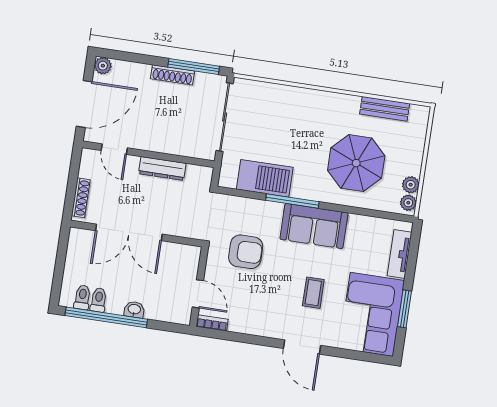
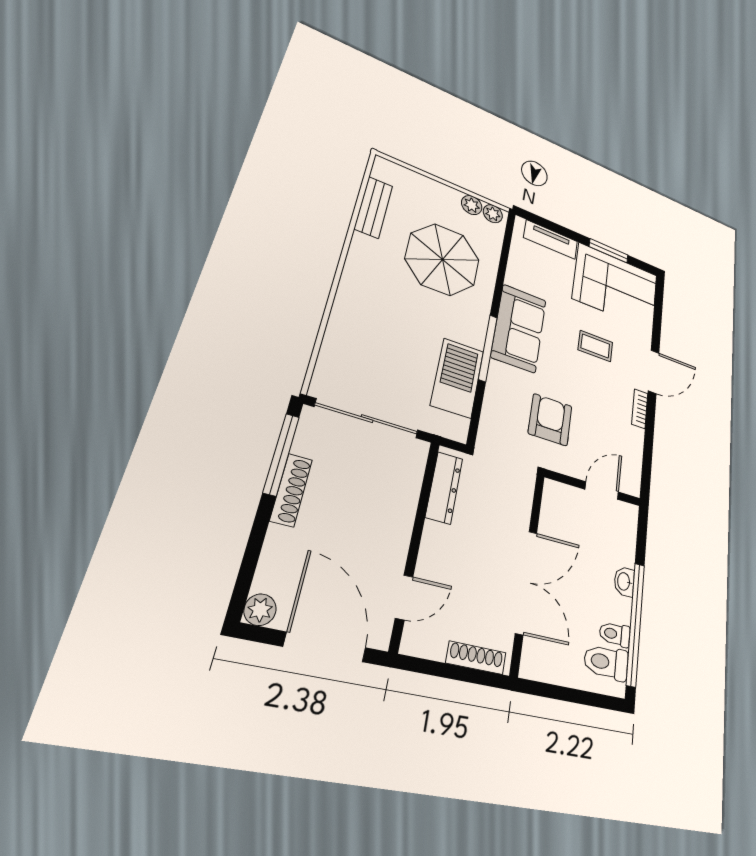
dresser: (162, 168) -> (444, 488), moved
toilet: (82, 297) -> (606, 662), width x1.37, depth x1.39
bookcase: (212, 323) -> (640, 409), moved

